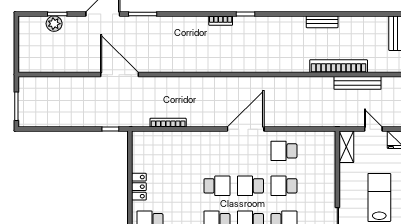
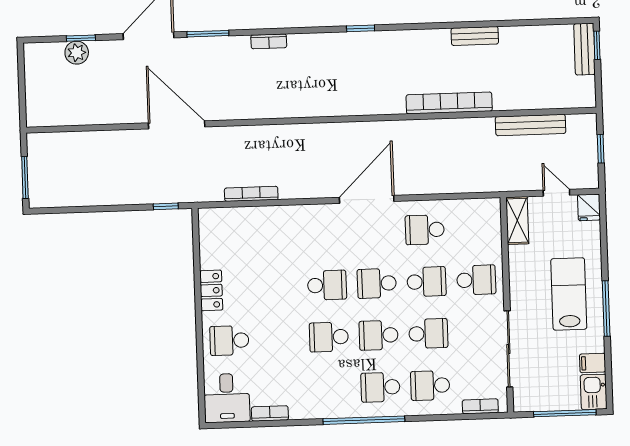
bookcase: (221, 21) -> (269, 41), moved
bookcase: (339, 66) -> (449, 103), moved
school desk: (284, 186) -> (427, 282), turned 180
school desk: (317, 186) -> (476, 280), added

